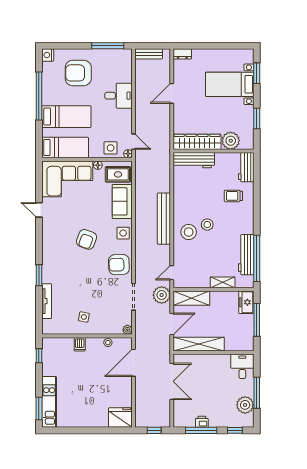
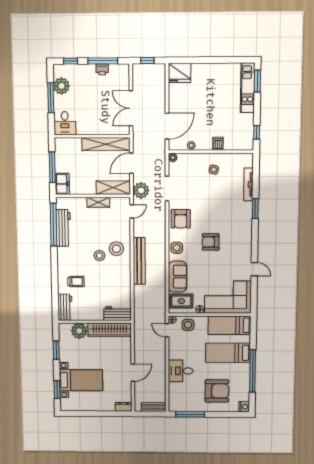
workbench: (194, 160) -> (117, 314), width x0.73
armchair: (87, 239) -> (211, 242), turned -110
armchair: (119, 265) -> (181, 219), turned 92
shelving: (223, 282) -> (98, 202), moved

